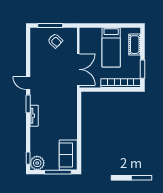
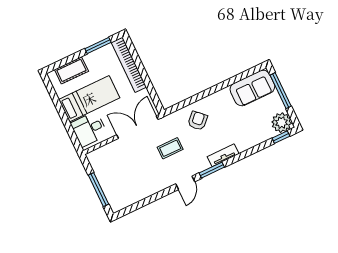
desk: (92, 38) -> (89, 129), added
armchair: (55, 41) -> (198, 121), moved
coffee table: (55, 84) -> (170, 148), added

